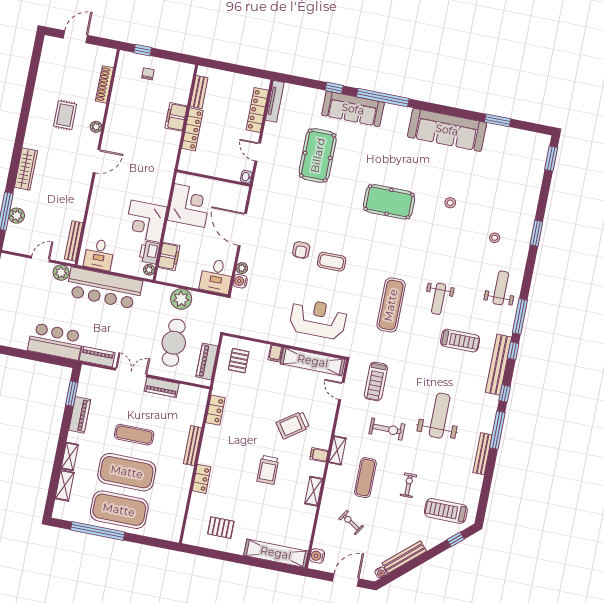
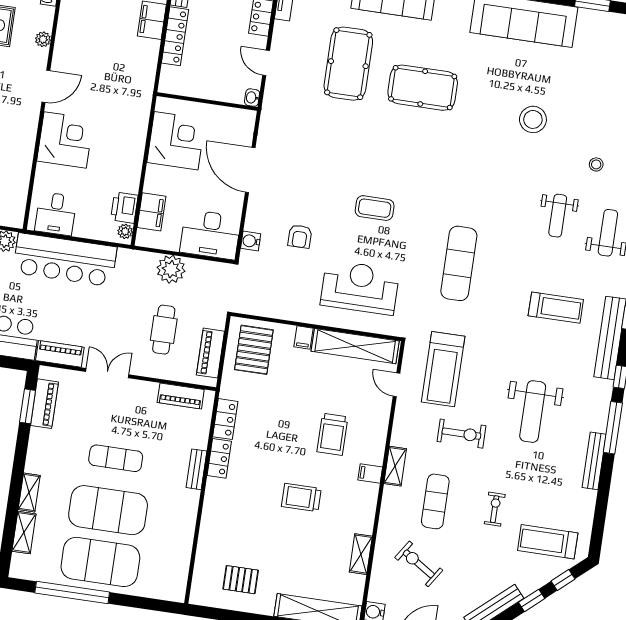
pool table: (389, 202) -> (423, 88), moved
stool: (450, 203) -> (533, 119), width x1.89, depth x1.89
corner desk: (146, 221) -> (65, 140), moved, turned 180
bench: (74, 241) -> (20, 197), removed
armchair: (301, 250) -> (300, 236), moved
plant: (242, 268) -> (252, 223), removed
desk: (216, 276) -> (210, 234), width x1.37
weight bench: (439, 299) -> (558, 216), moved
cafe table: (174, 343) -> (164, 330), width x0.73, depth x0.74
pallet: (239, 361) -> (254, 350), width x1.50, depth x1.42
treadmill: (376, 381) -> (443, 369), width x1.37, depth x1.38
piano: (162, 387) -> (181, 396), moved
piano: (80, 415) -> (44, 404), moved
weight bench: (440, 416) -> (533, 412), turned 180
trolley: (293, 425) -> (332, 434), turned -55
bench: (193, 446) -> (196, 469), width x0.73
trolley: (268, 470) -> (301, 497), turned 90
locker: (201, 479) -> (219, 458), moved
shelving: (314, 491) -> (361, 554), moved
exercise bike: (351, 522) -> (419, 564), width x1.38, depth x1.39
window: (432, 553) -> (532, 600), added

